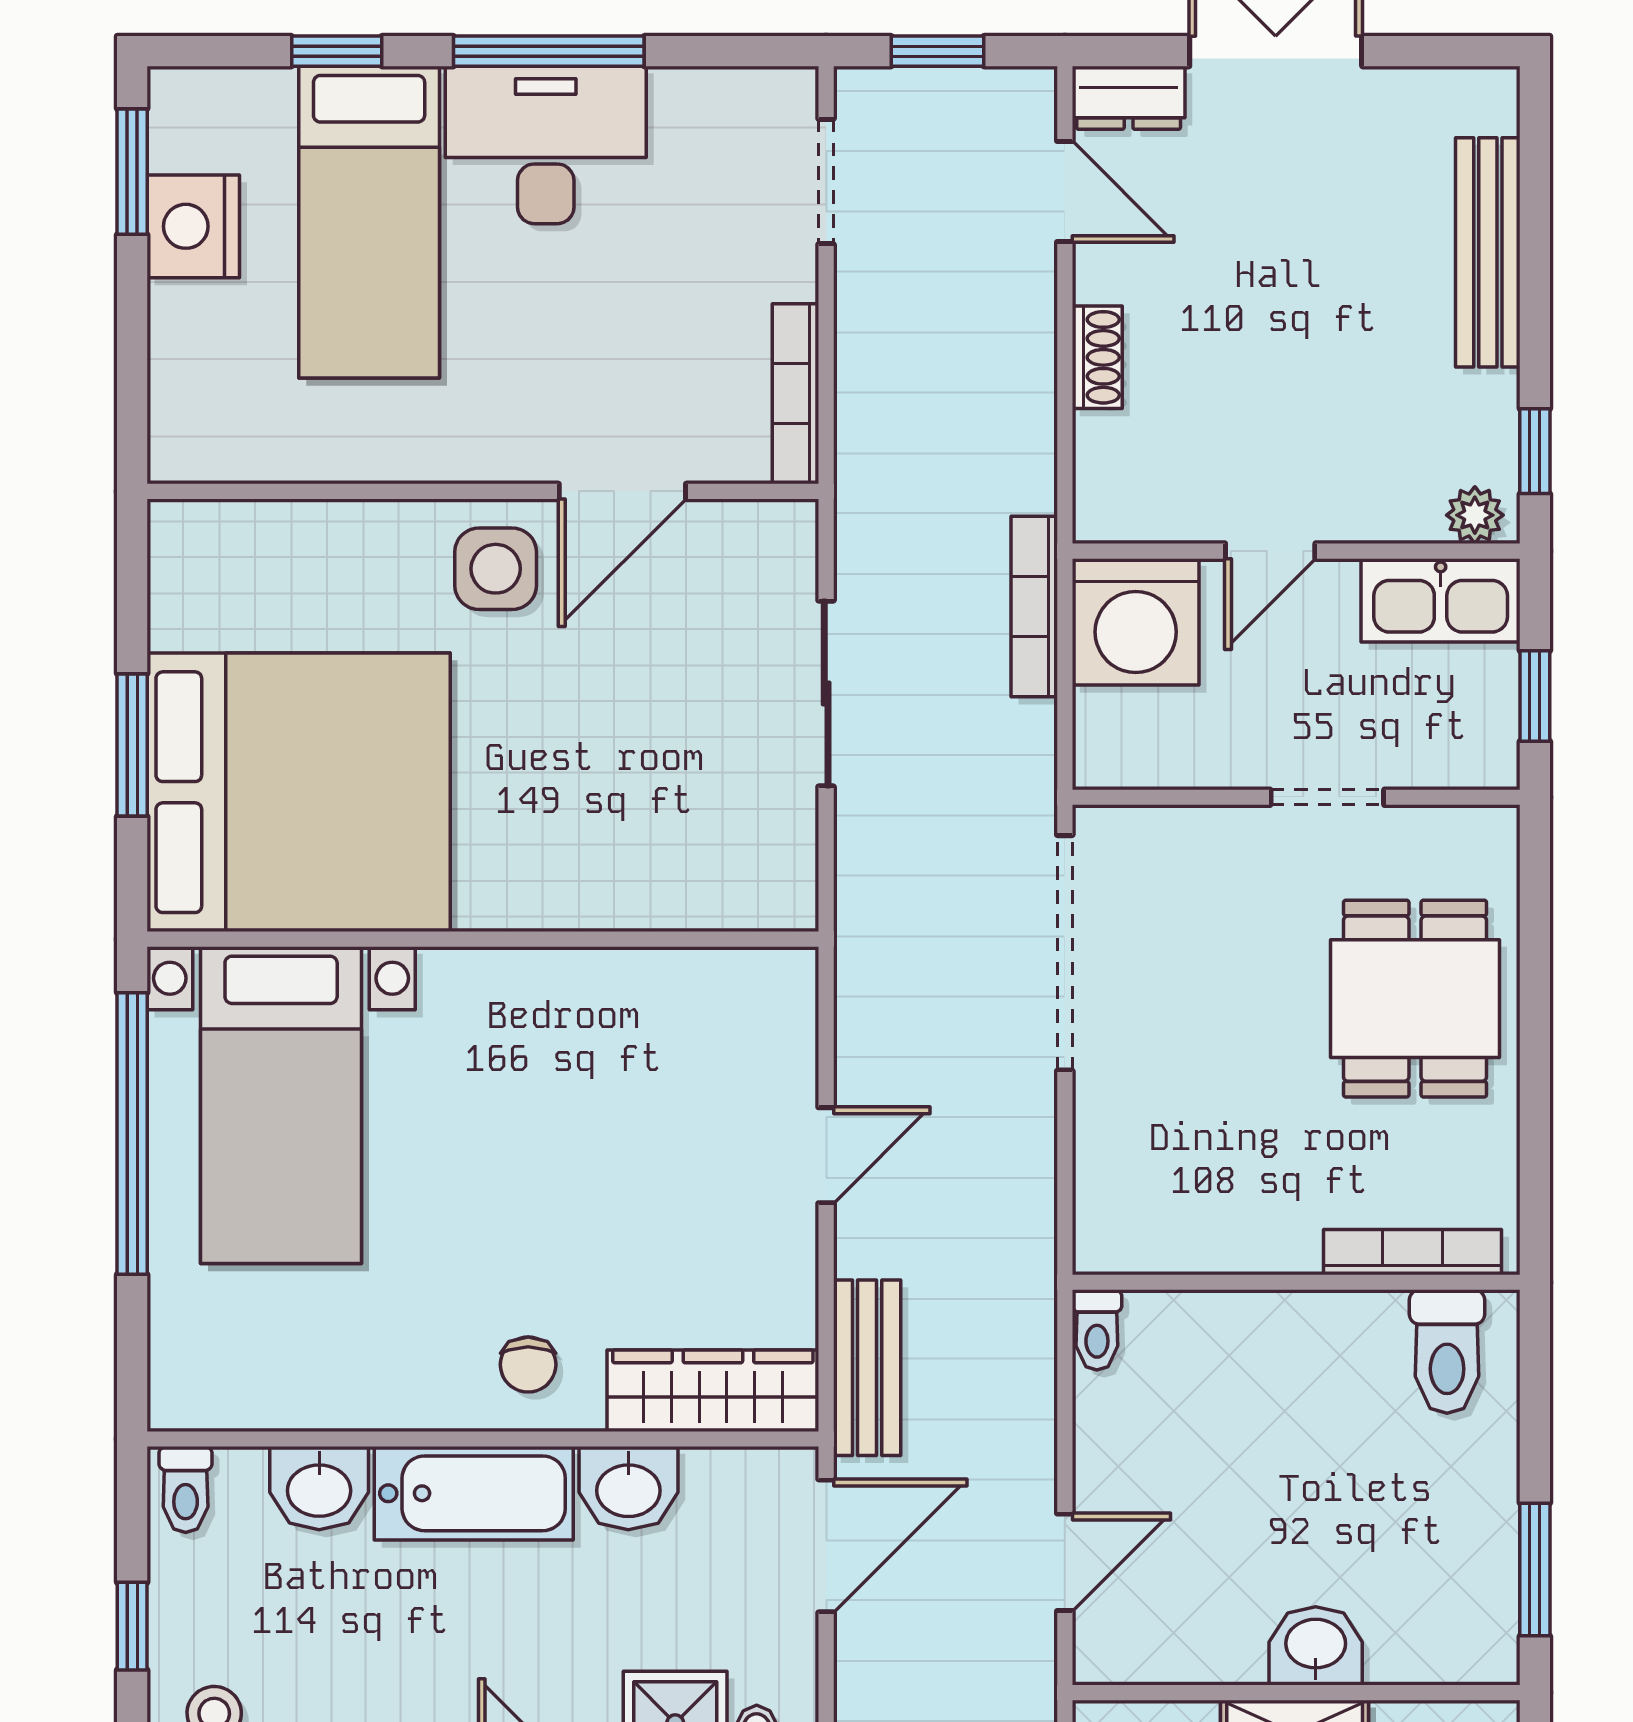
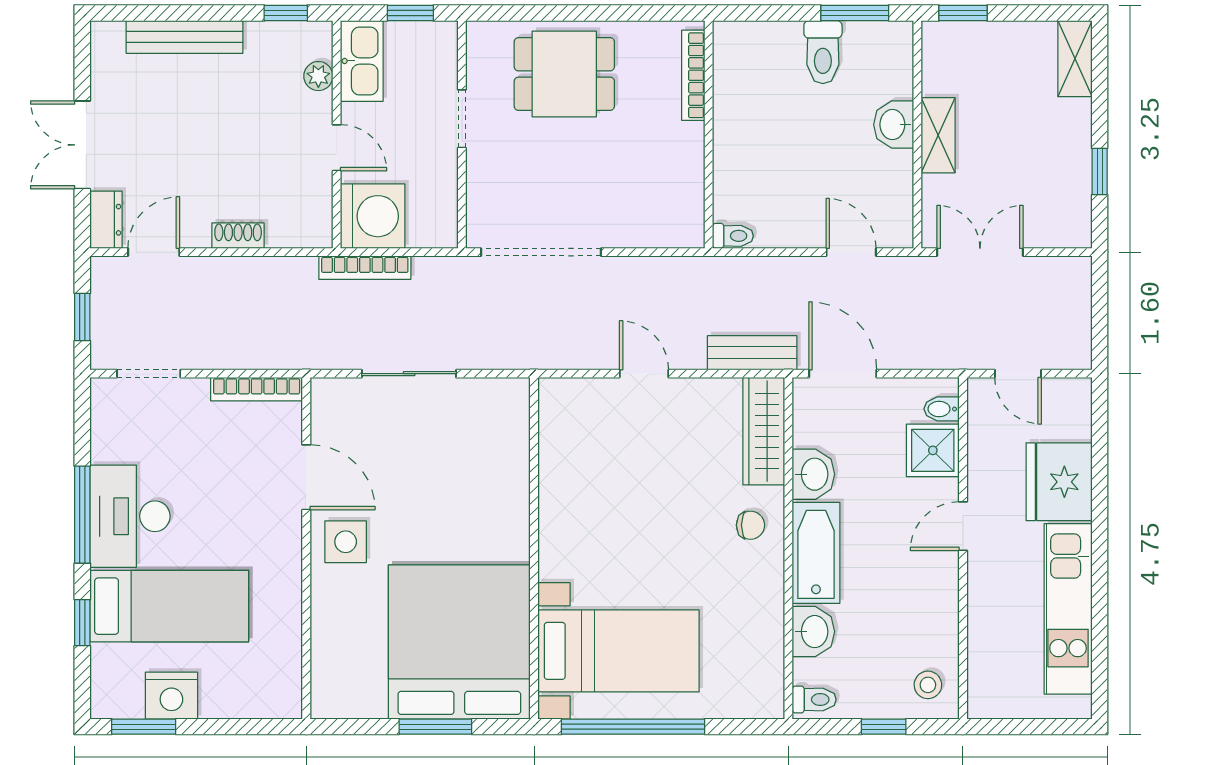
plant: (1475, 515) -> (318, 76), moved
toilet: (1447, 1352) -> (823, 52), moved, turned 90

